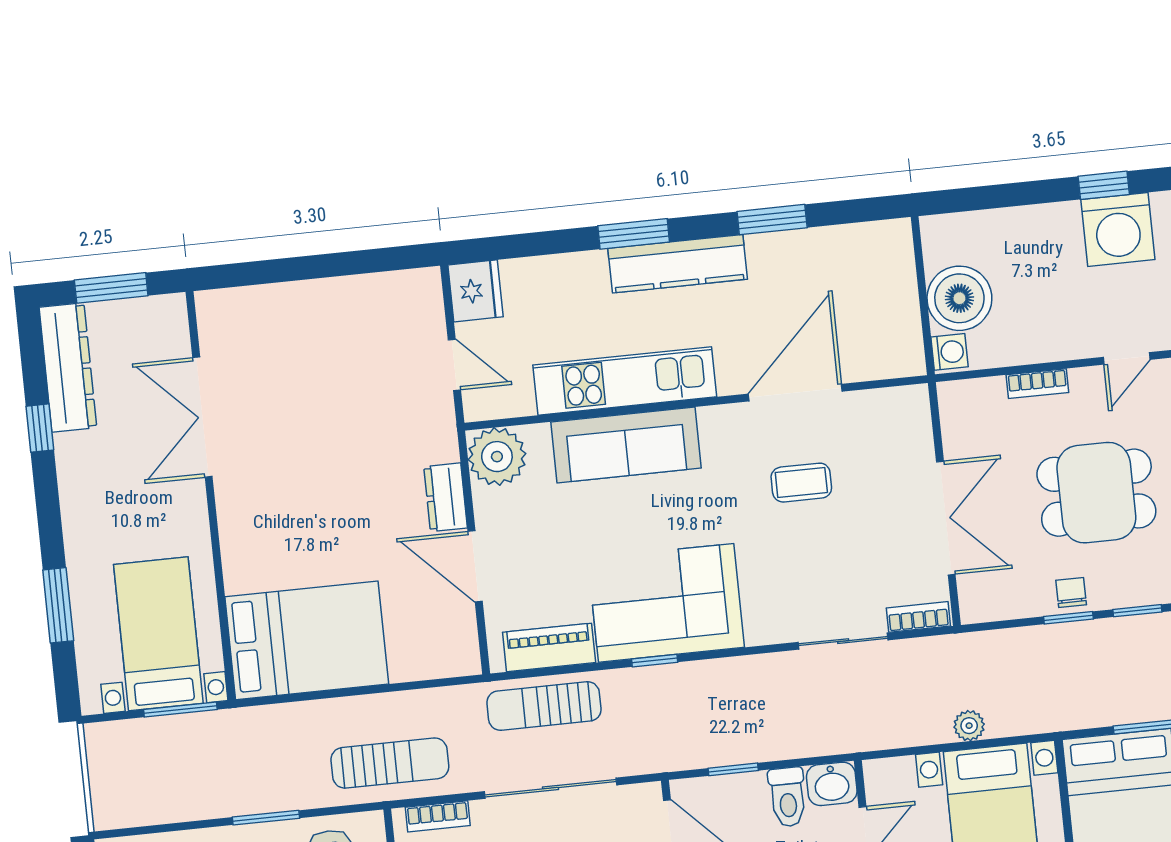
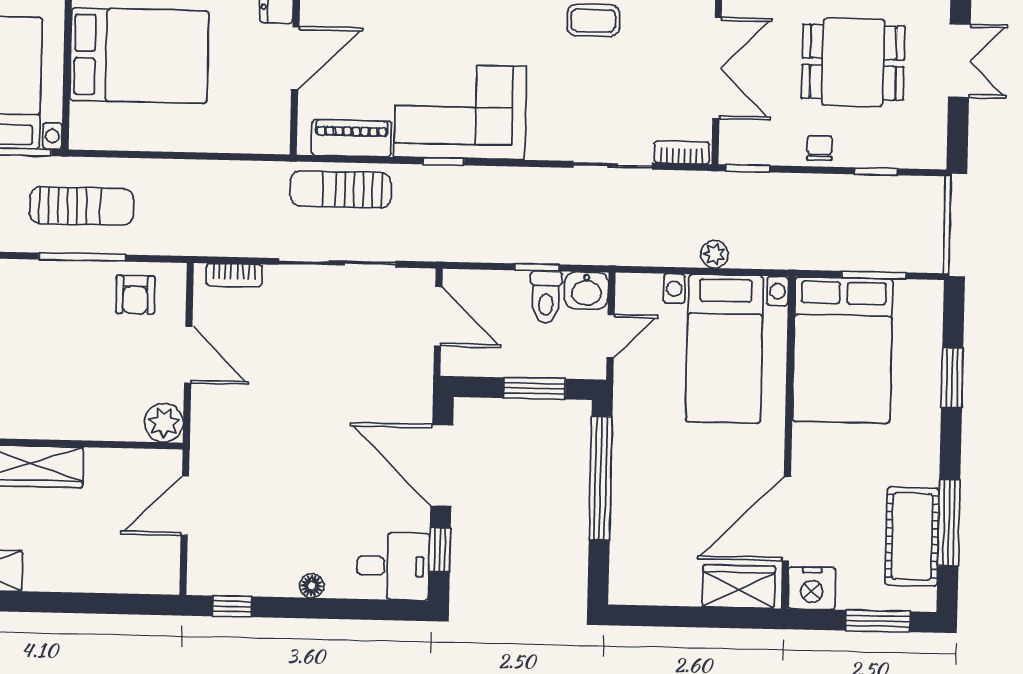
door: (475, 566) -> (295, 58), swing flipped
window: (1068, 618) -> (748, 168), moved
bed: (307, 640) -> (139, 56), moved
sun lounger: (390, 763) -> (82, 206), moved
window: (733, 769) -> (537, 267), moved
window: (266, 818) -> (82, 257), width x1.44

